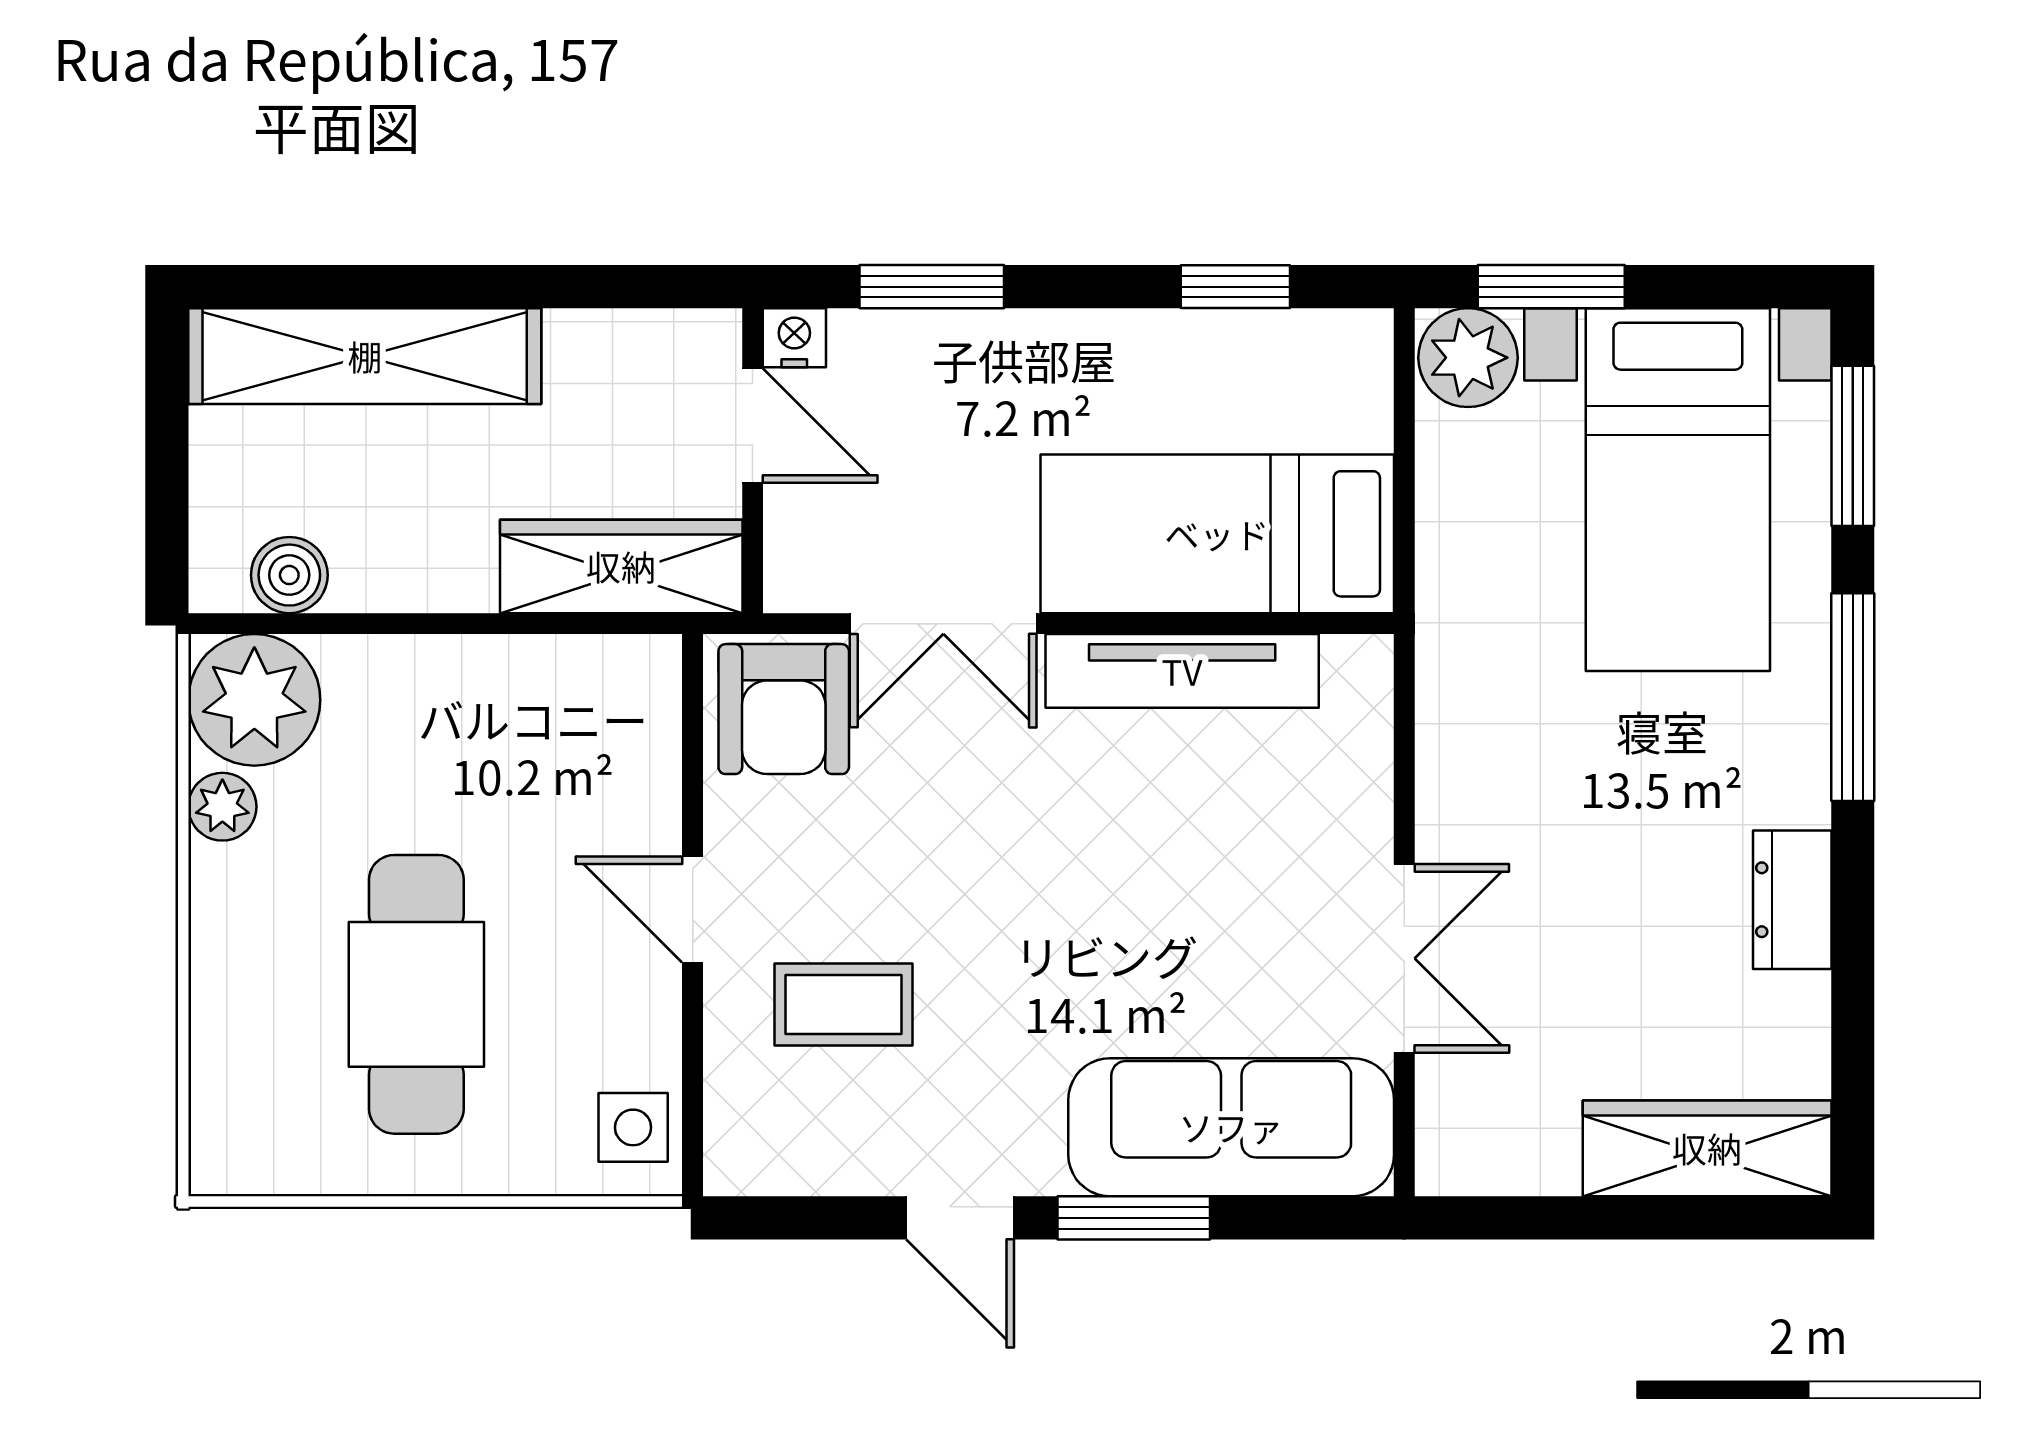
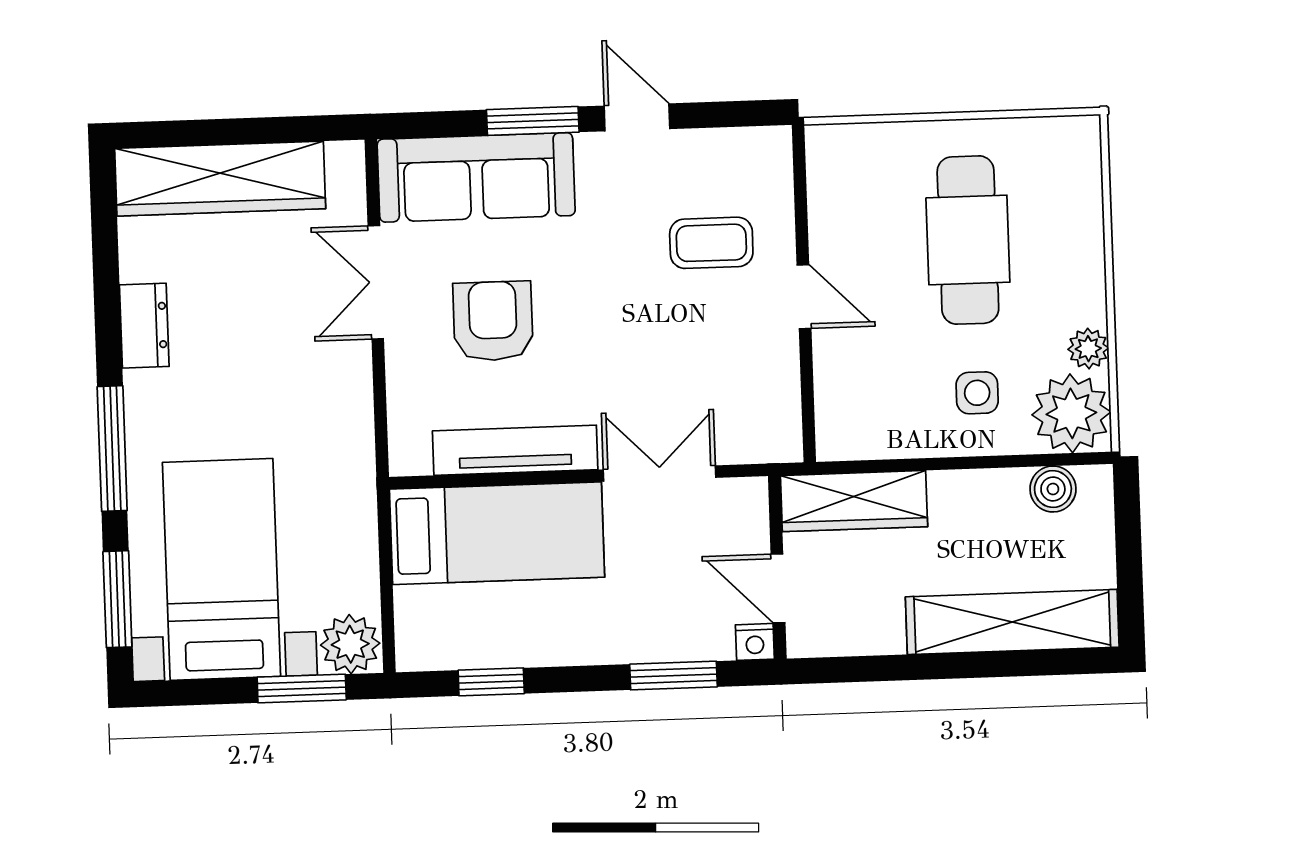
armchair: (784, 709) -> (493, 321), moved
side table: (633, 1127) -> (977, 393), moved
wardrobe: (1707, 1148) -> (220, 179), width x1.40, depth x1.17

